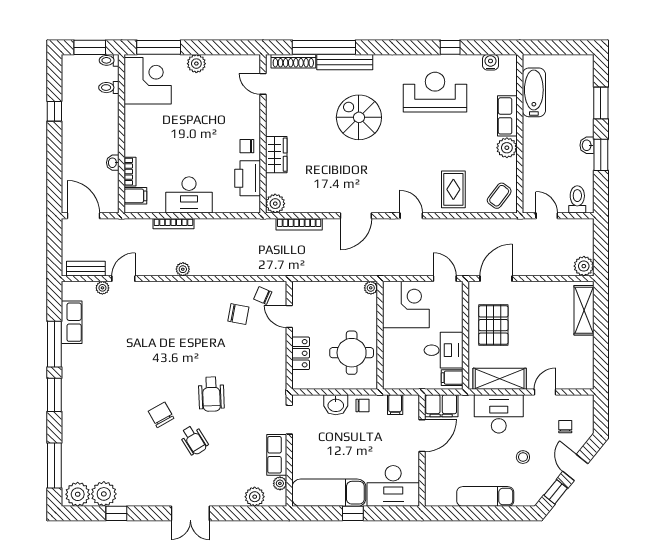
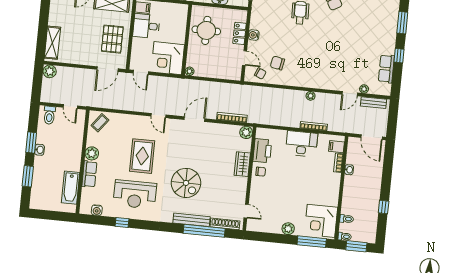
rug: (453, 189) -> (142, 156), moved, width x1.36, depth x1.43
window: (54, 344) -> (399, 56), width x0.46
water cooler: (279, 353) -> (254, 35), added

